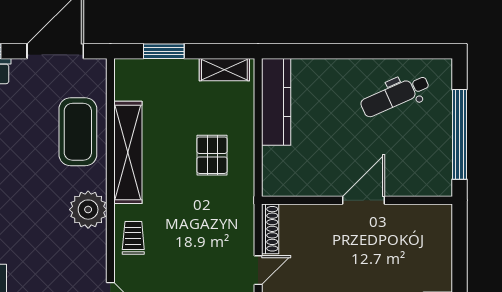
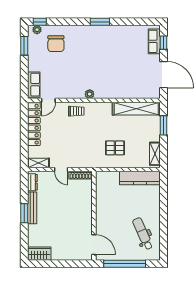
coffee table: (78, 132) -> (126, 85), removed
shelving: (128, 152) -> (136, 109), moved
door: (364, 200) -> (94, 245), moved
plant: (88, 210) -> (90, 94), width x0.53, depth x0.53

